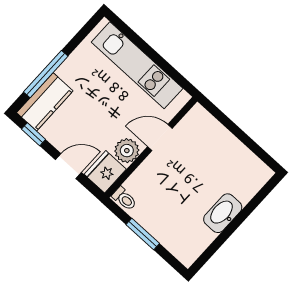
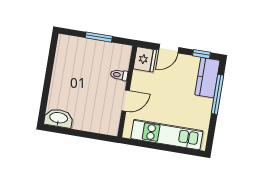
plant: (127, 151) -> (140, 80), removed
toilet: (124, 199) -> (119, 75), moved
washbasin: (223, 213) -> (59, 118), moved, turned -90

